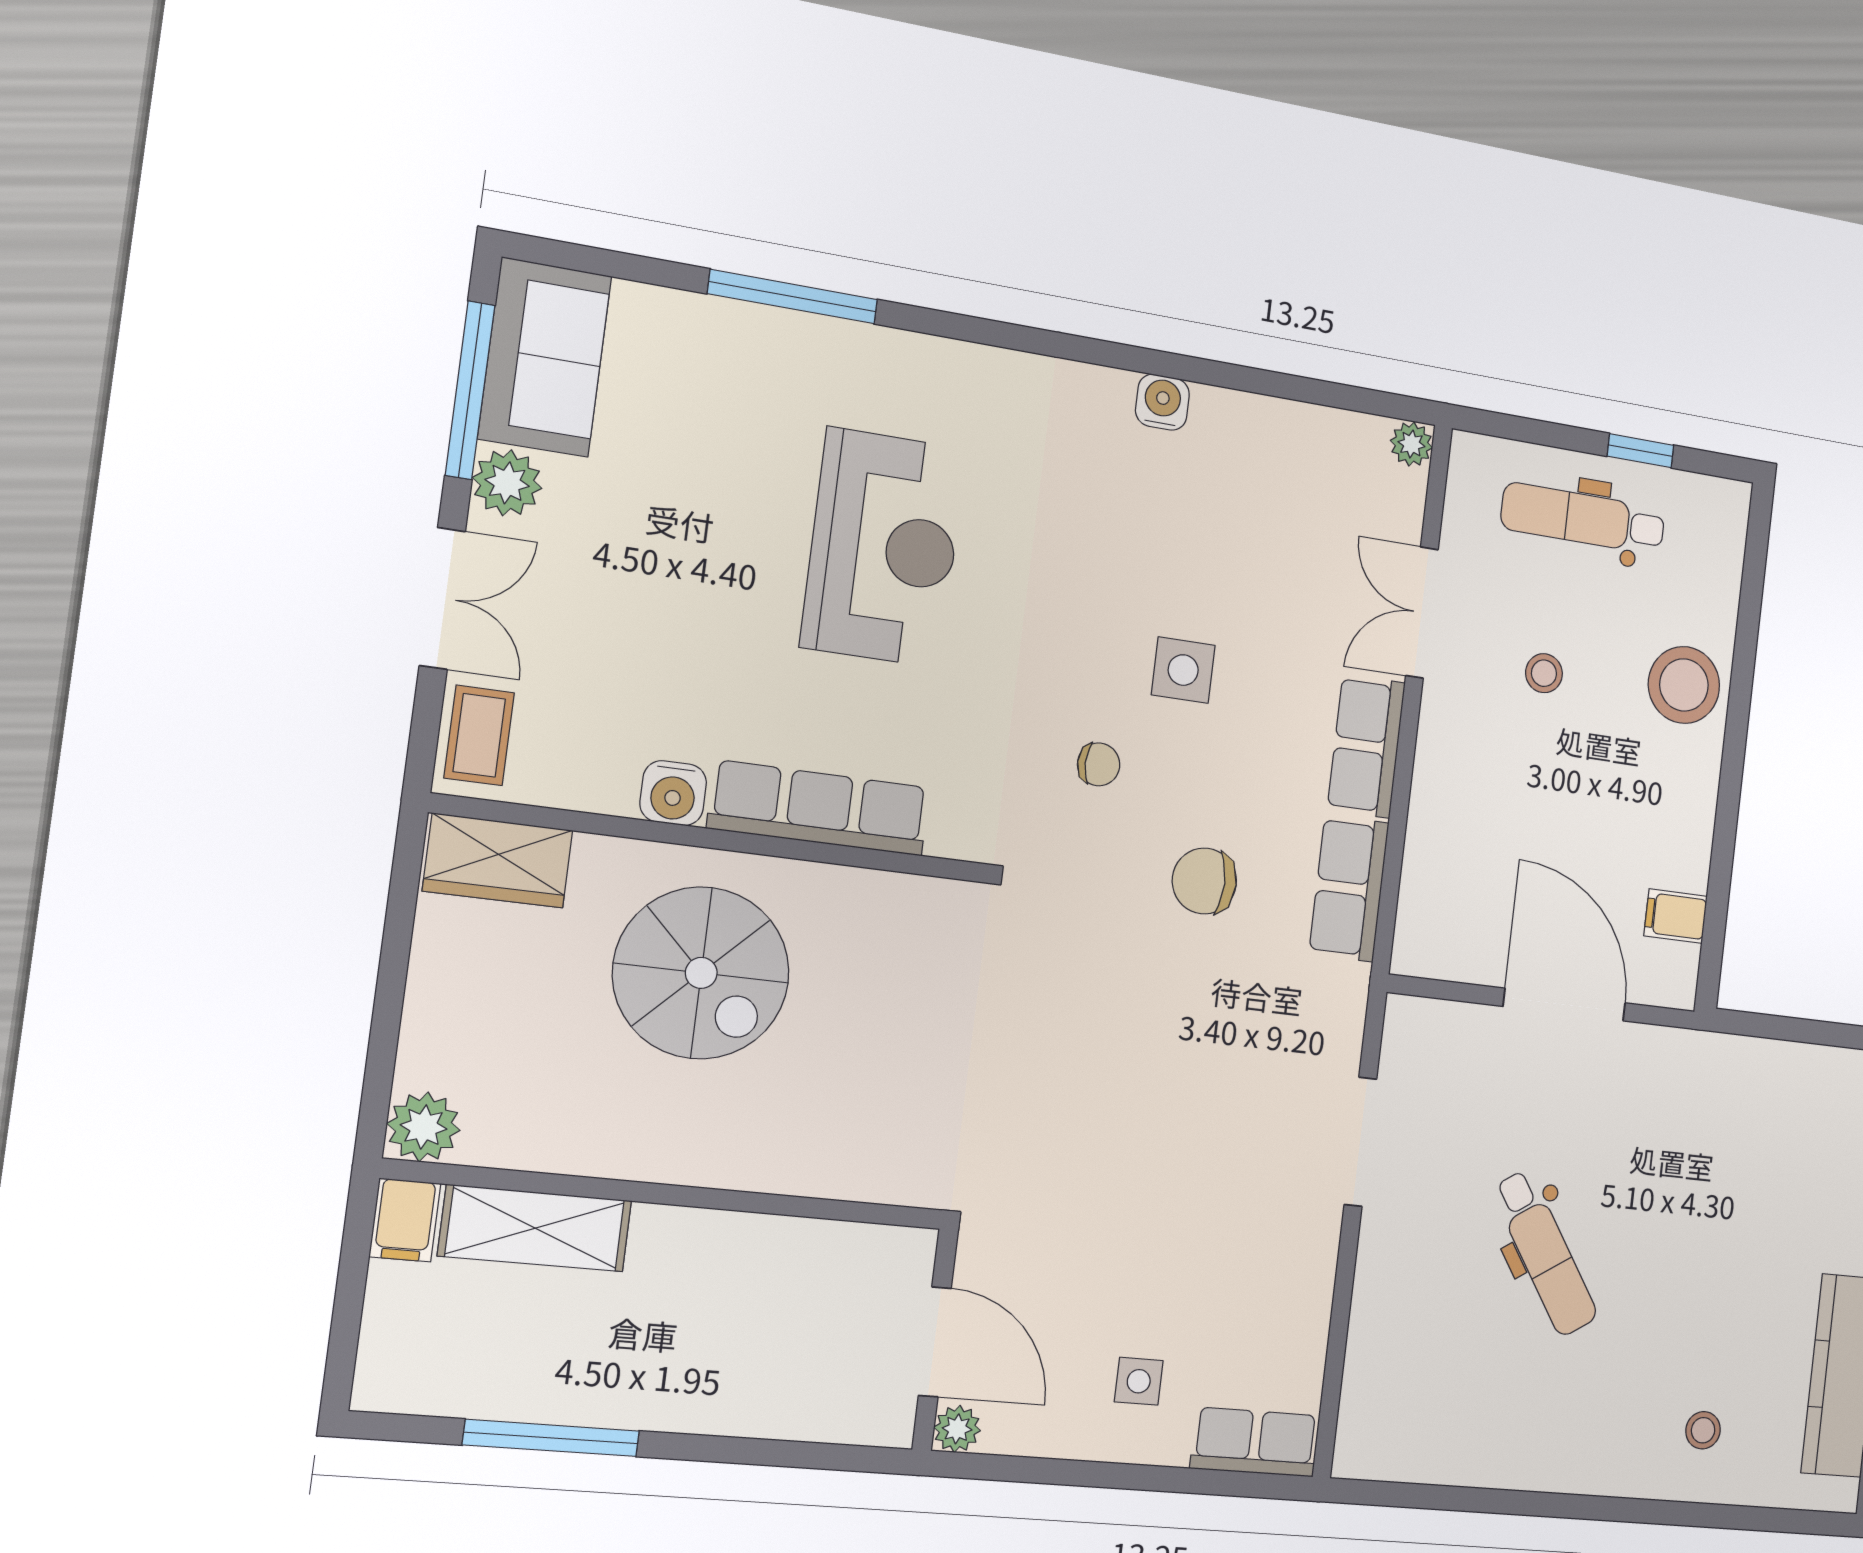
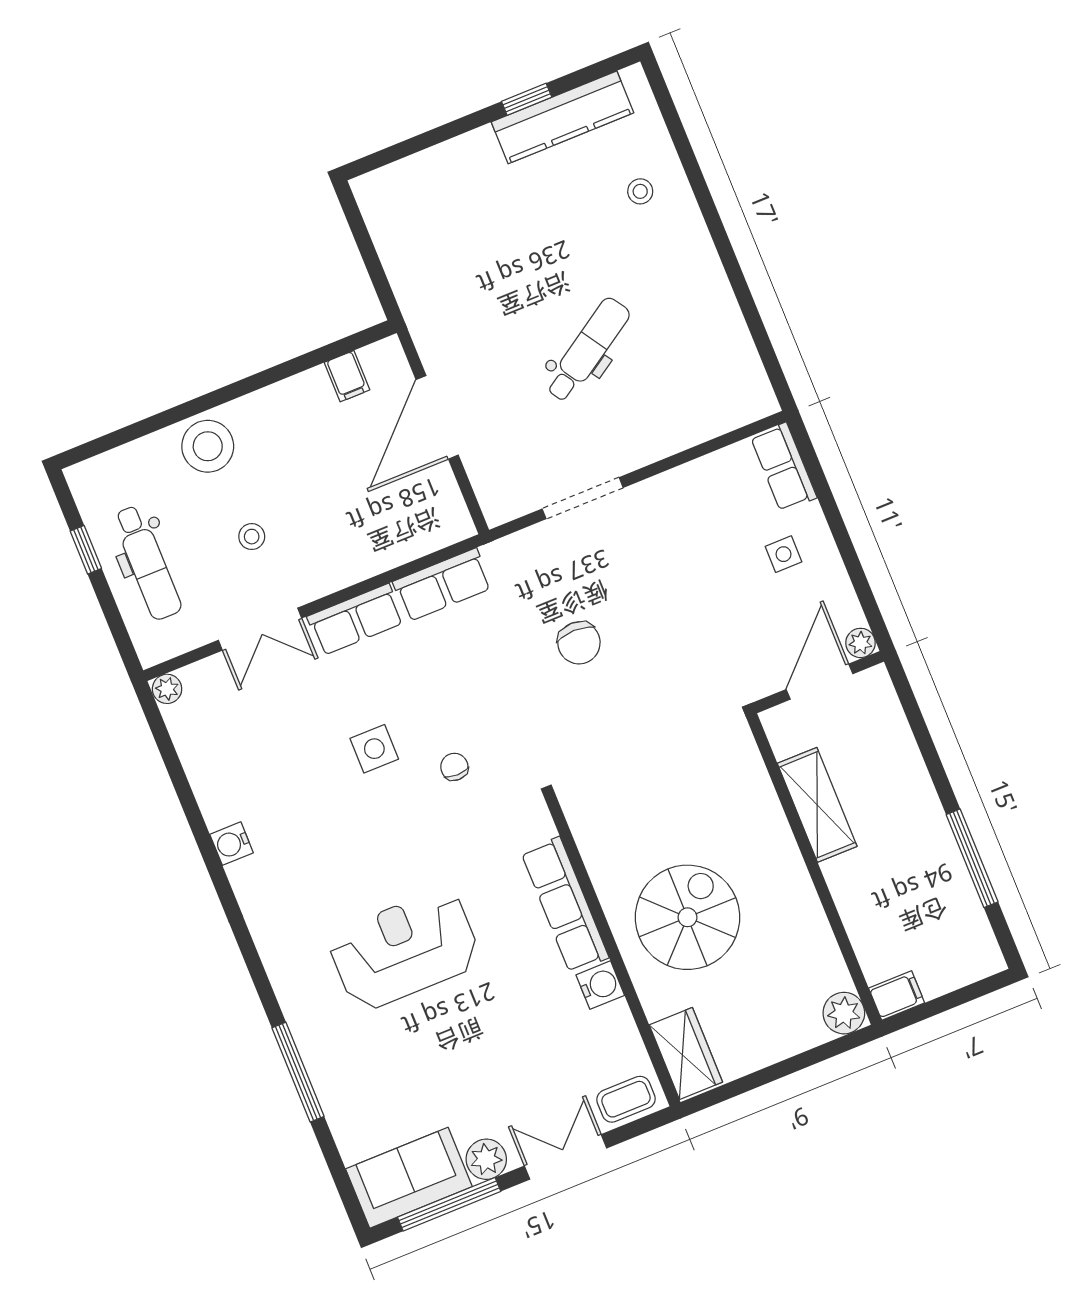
chair: (1204, 881) -> (579, 643), moved
shelving: (535, 1228) -> (817, 805), moved

